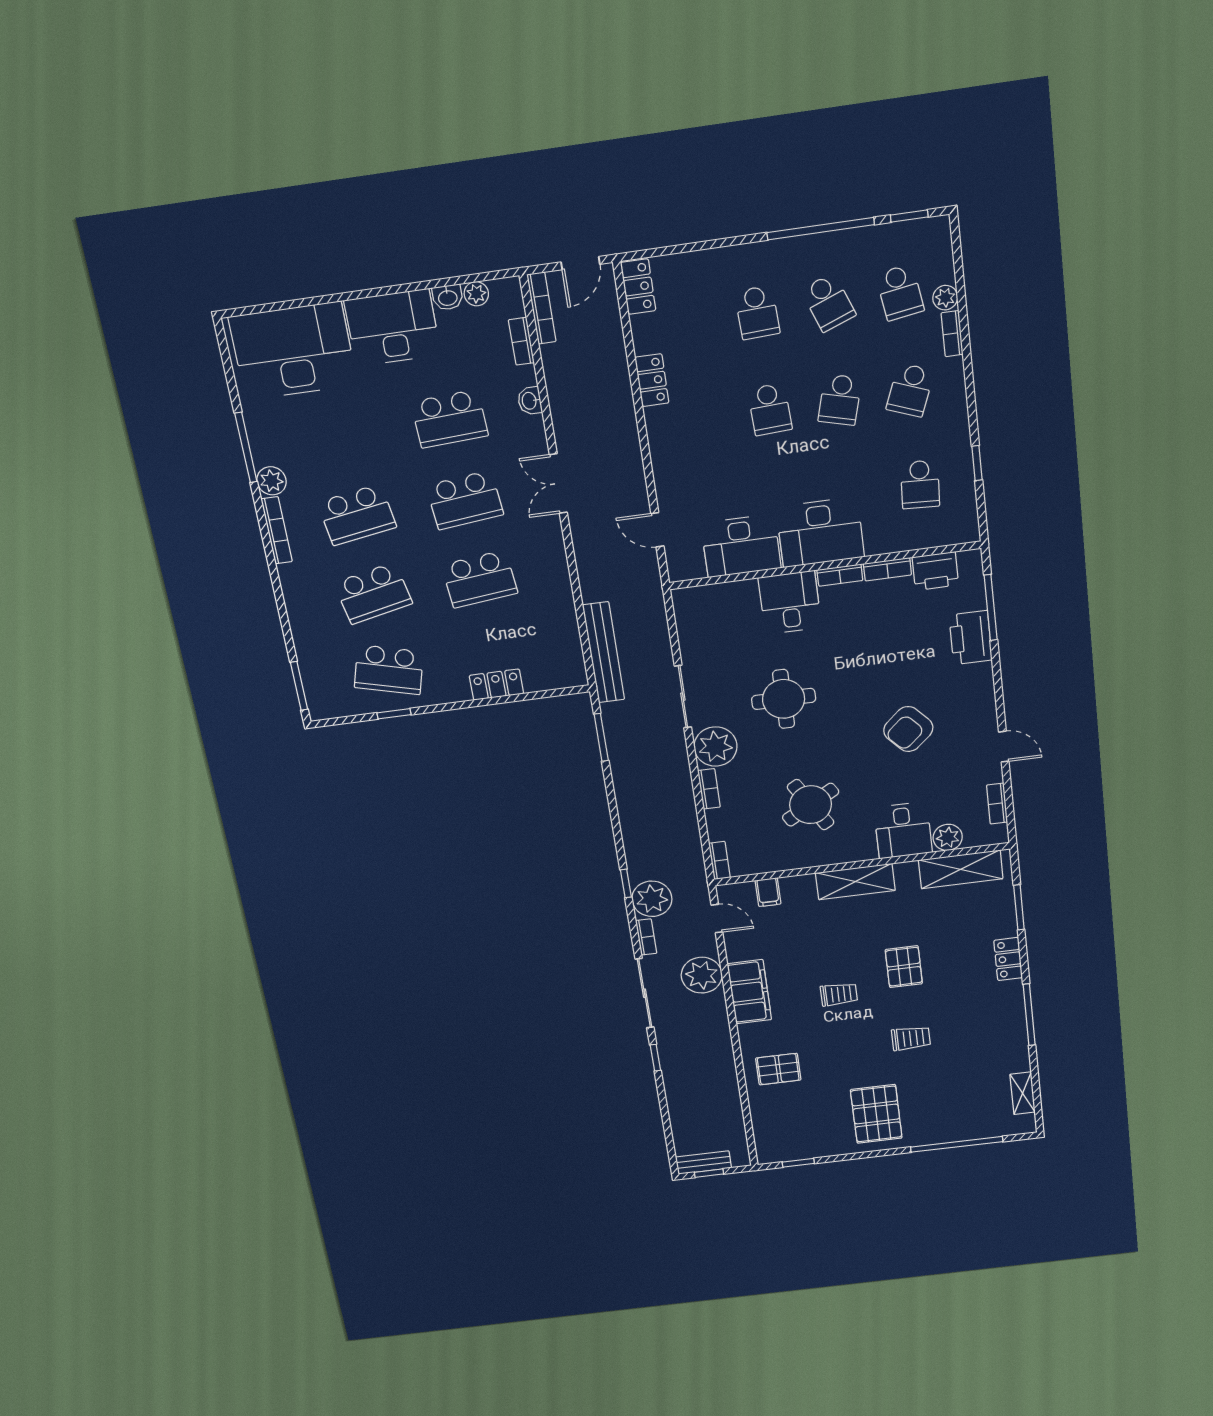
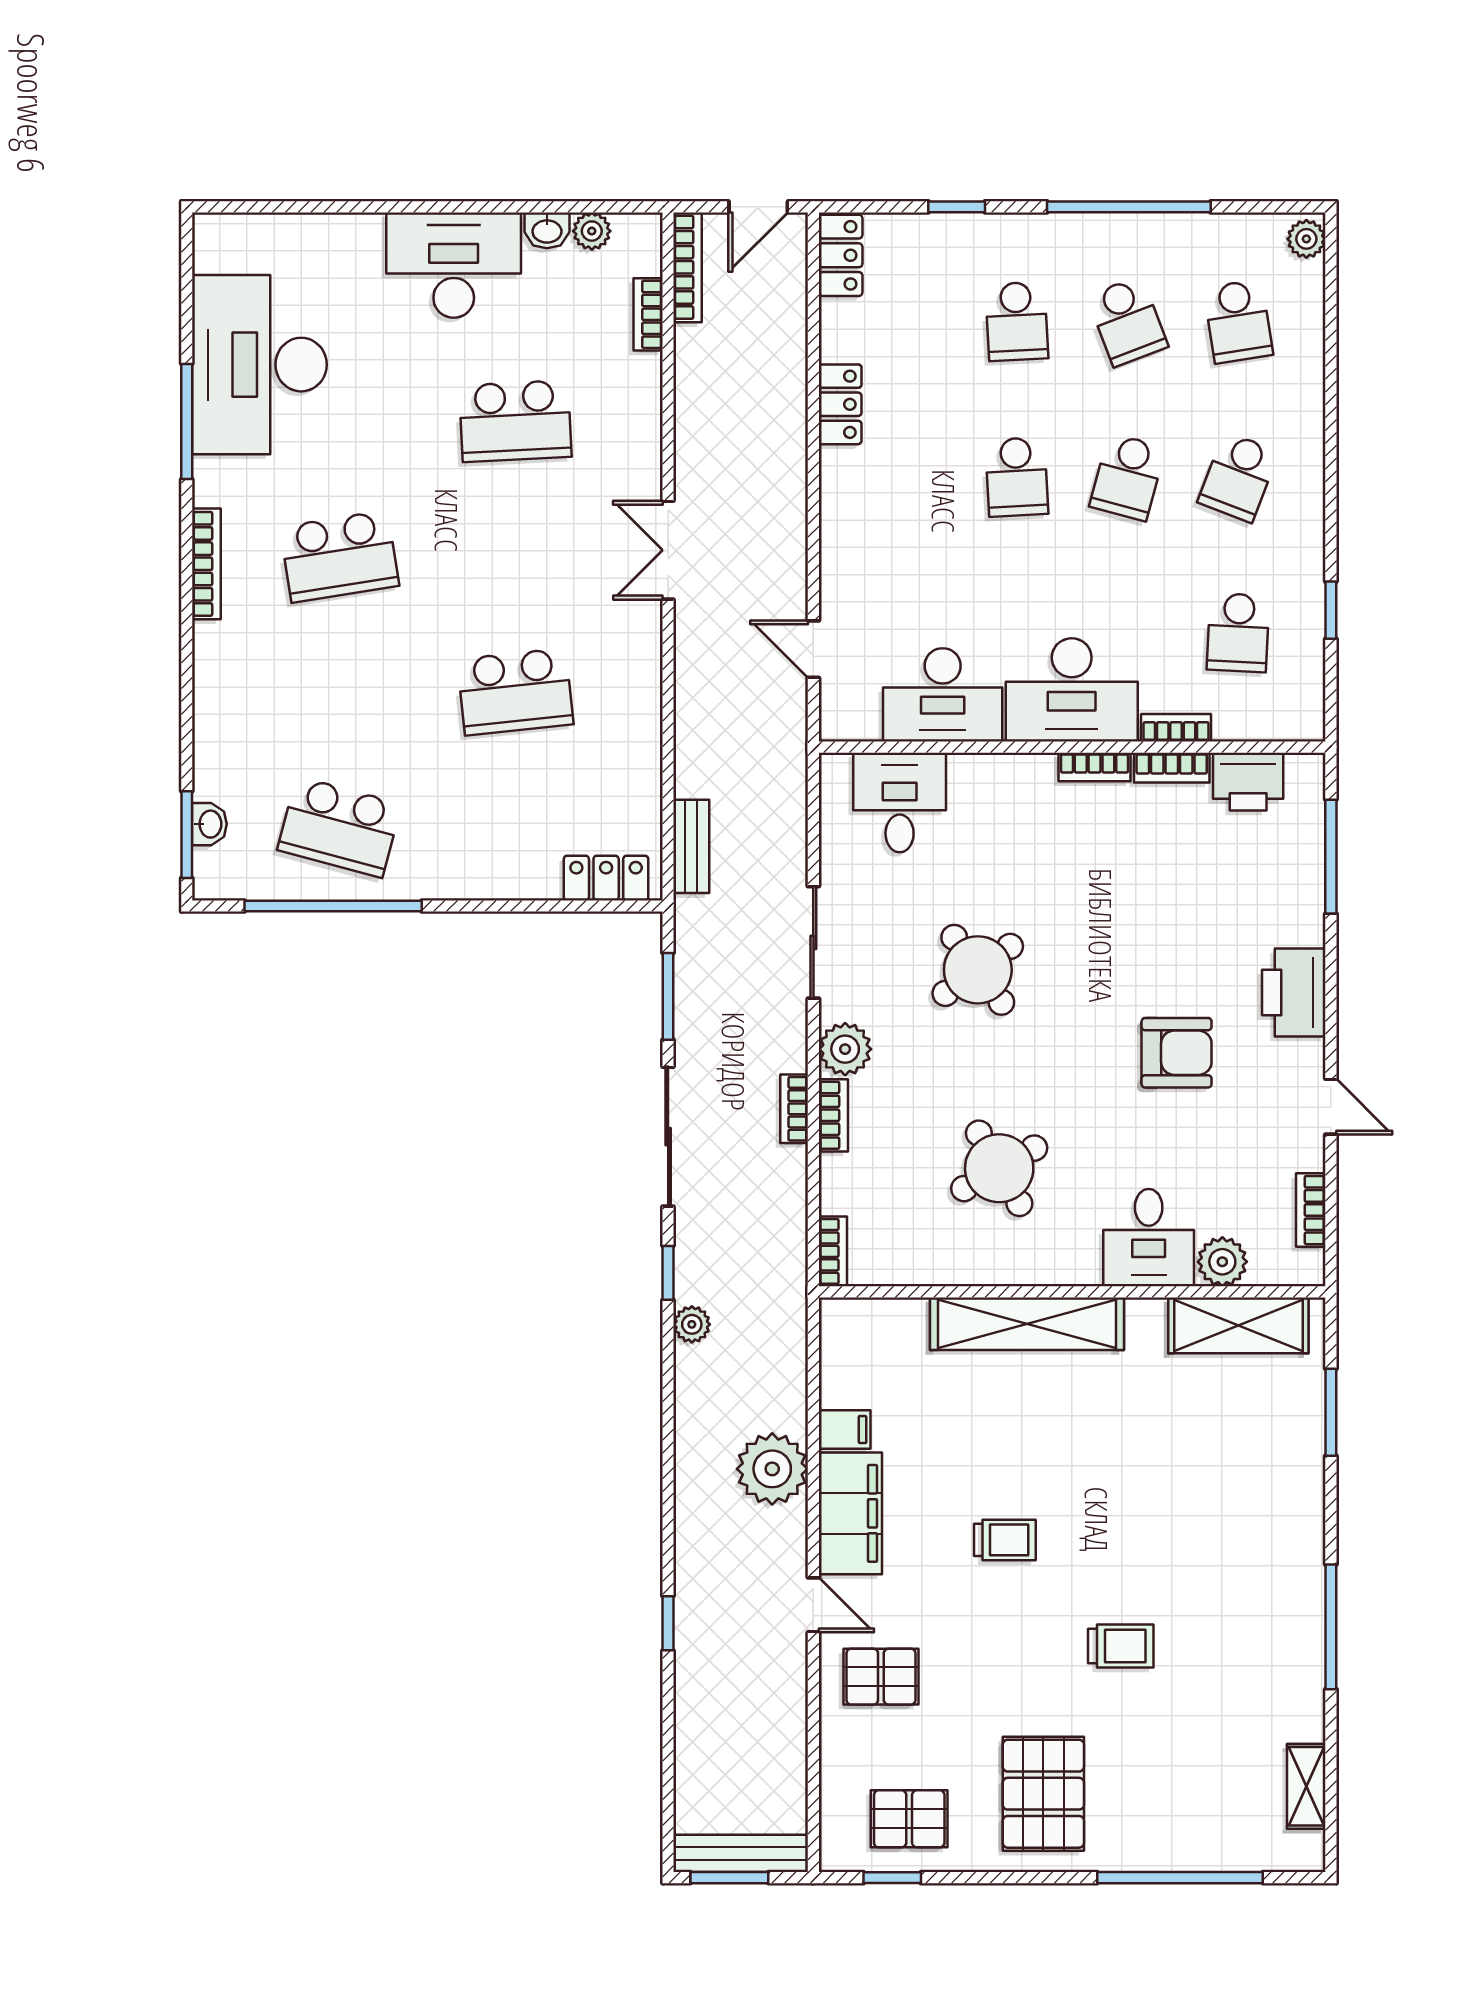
window: (909, 216) -> (957, 207), moved
plant: (945, 298) -> (1306, 239), moved
bookcase: (952, 334) -> (1176, 728), moved, turned 90
desk: (293, 351) -> (259, 365), moved, turned -90
washbasin: (530, 401) -> (209, 824), moved, turned 180
plant: (272, 481) -> (216, 481), removed
school desk: (465, 500) -> (515, 556), removed
school desk: (373, 593) -> (340, 692), removed
desk: (790, 603) -> (900, 802), moved
printer: (971, 638) -> (1294, 992), moved
bench: (604, 652) -> (691, 846), width x0.54, depth x0.82
locker: (496, 685) -> (606, 878), moved
round table: (784, 699) -> (978, 970), turned -36
window: (394, 714) -> (333, 906), width x3.17
armchair: (908, 729) -> (1177, 1053), turned -138
plant: (715, 747) -> (845, 1049), width x0.73, depth x0.73
shelving: (855, 882) -> (1027, 1324), width x1.47
filing cabinet: (768, 892) -> (845, 1429), moved, turned -90
plant: (652, 899) -> (692, 1324), width x0.53, depth x0.53
door: (717, 918) -> (813, 1605), moved
bookcase: (646, 937) -> (794, 1109), moved, turned 180
locker: (1008, 959) -> (1304, 1511), removed
pallet: (904, 967) -> (909, 1819), moved, turned 90
sliding door: (644, 993) -> (668, 1137), moved
bench: (703, 1162) -> (740, 1853), width x1.36
window: (709, 1173) -> (729, 1878), width x1.50

